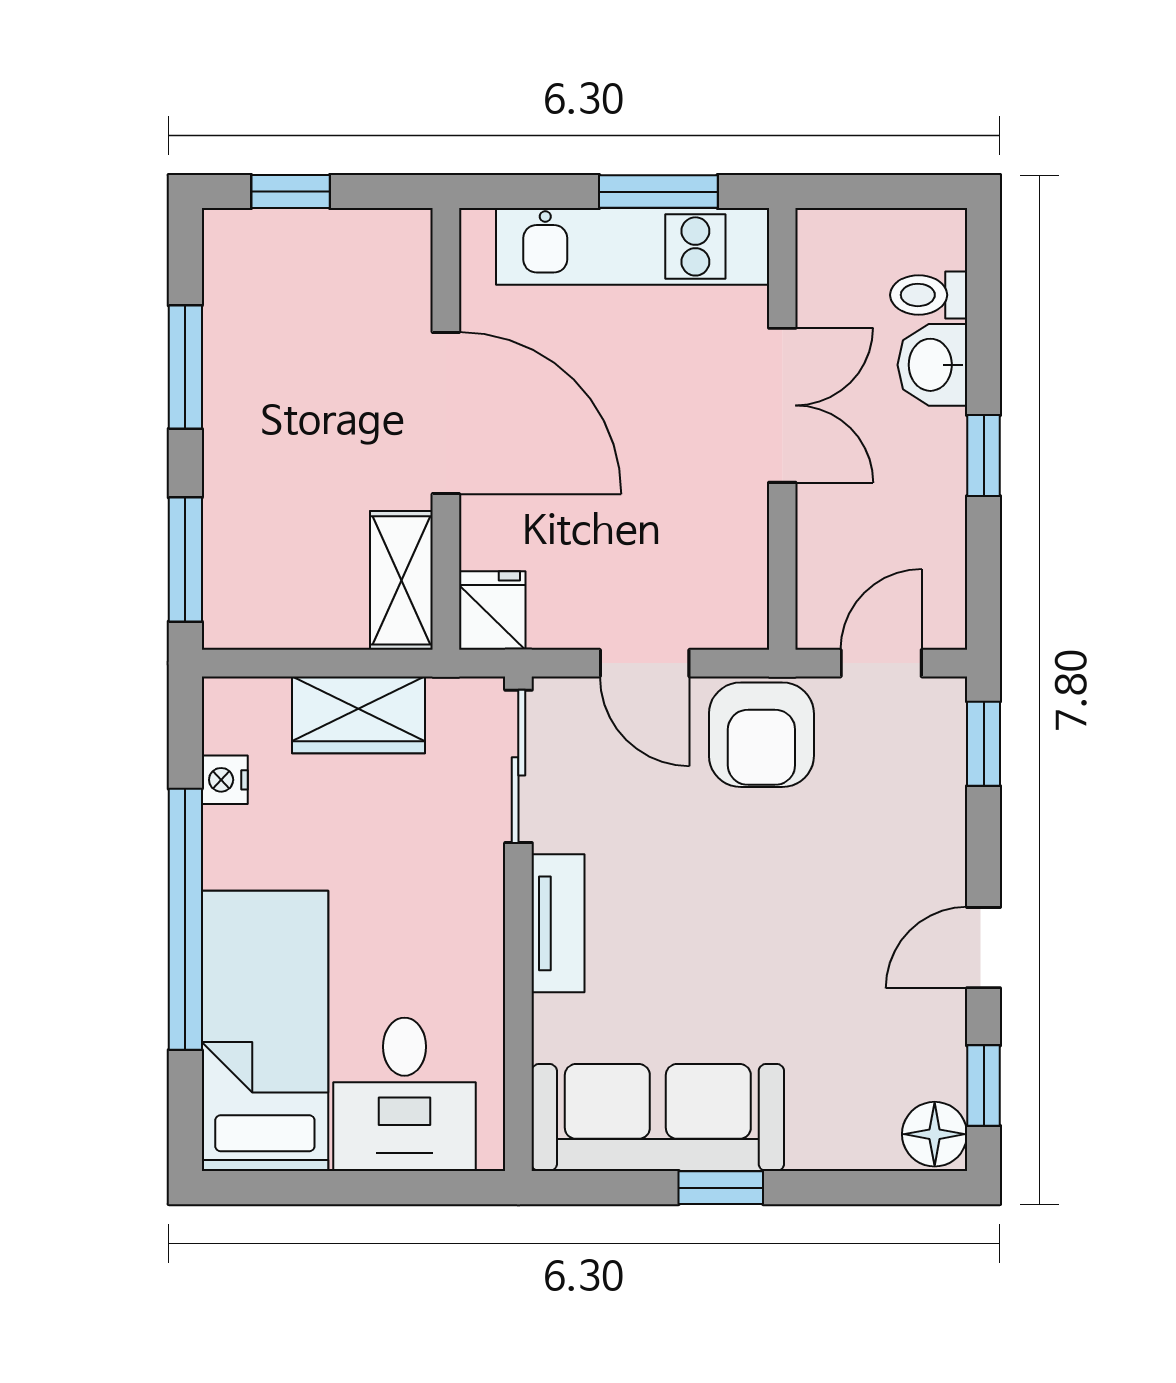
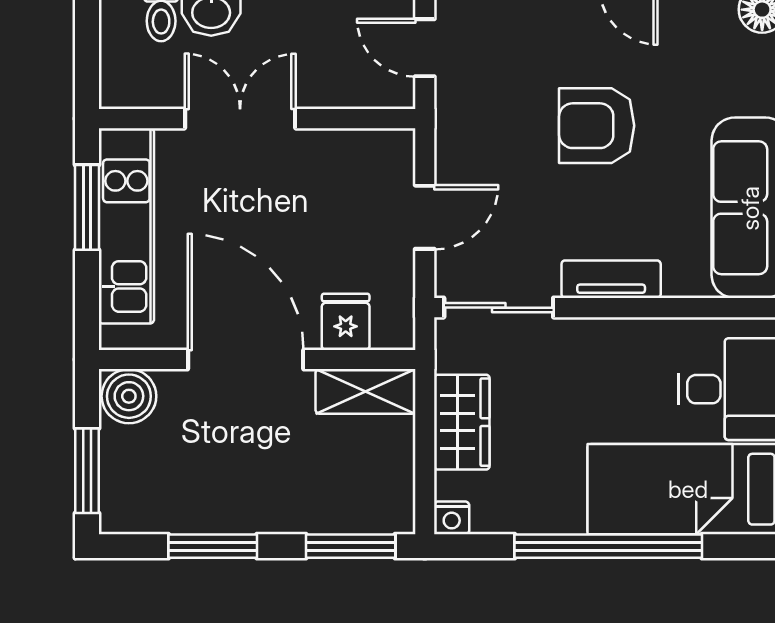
window: (291, 192) -> (87, 471), width x1.50
boiler: (395, 250) -> (129, 396), added
door: (446, 413) -> (246, 360), hinge flipped
fridge: (492, 611) -> (346, 322), moved, turned 90
armchair: (761, 735) -> (597, 126), moved, turned 180
nightstand: (225, 780) -> (452, 518), moved

